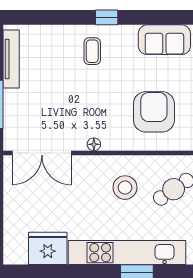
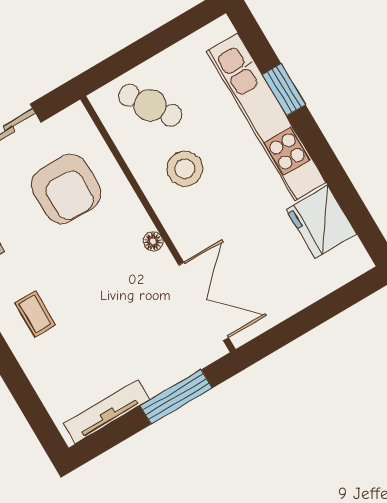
coffee table: (92, 51) -> (35, 314), turned 90
armchair: (154, 112) -> (66, 189), turned -90

